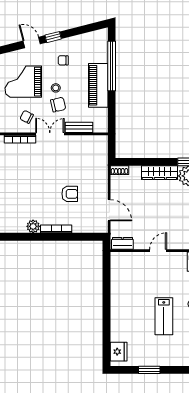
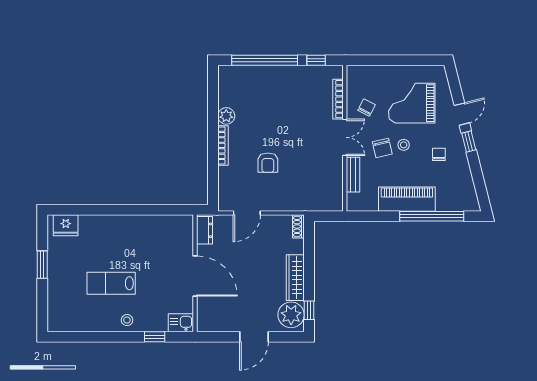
grand piano: (23, 82) -> (412, 103), turned -90
door: (158, 251) -> (195, 276), width x1.88

